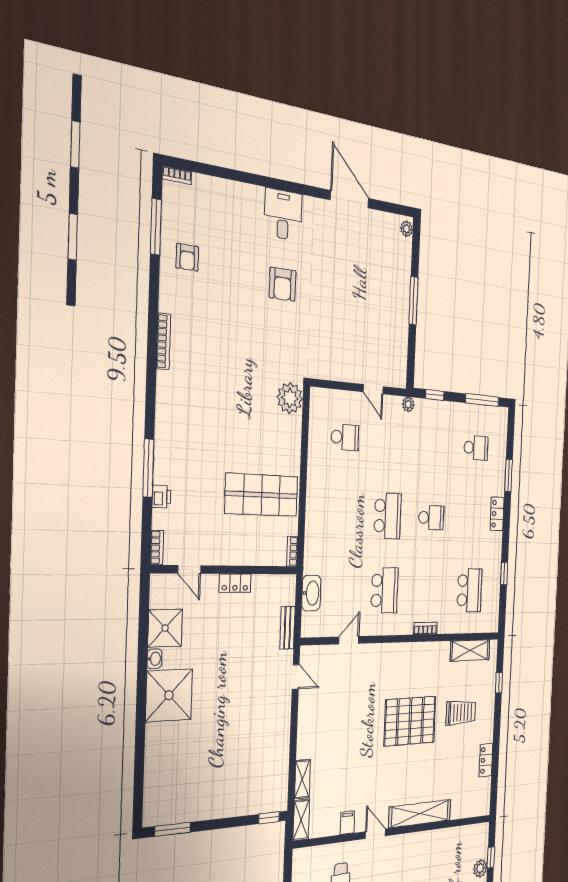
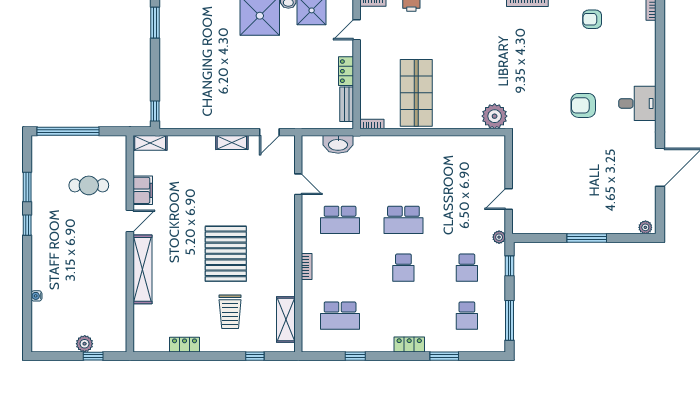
school desk: (345, 437) -> (467, 268), moved
bench: (287, 628) -> (347, 104), moved, turned 90
shelving: (302, 779) -> (232, 142), moved
filing cabinet: (347, 823) -> (143, 190), width x2.00

